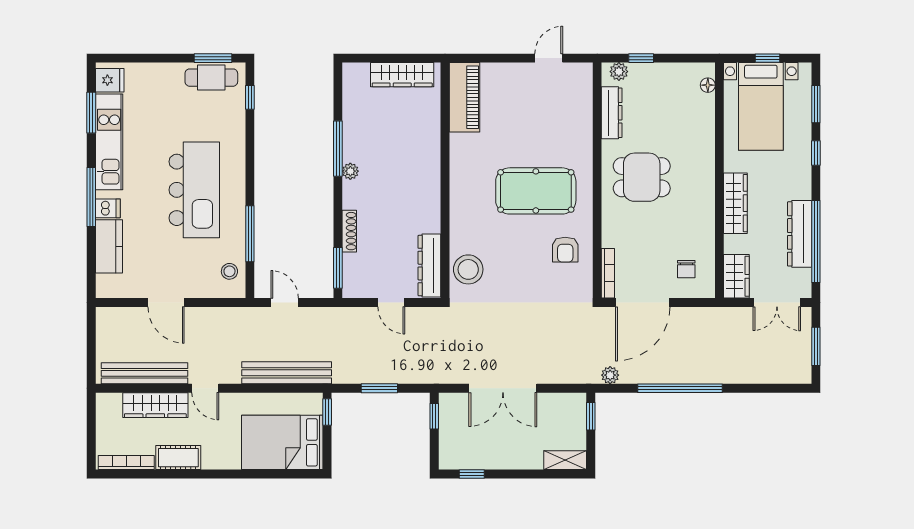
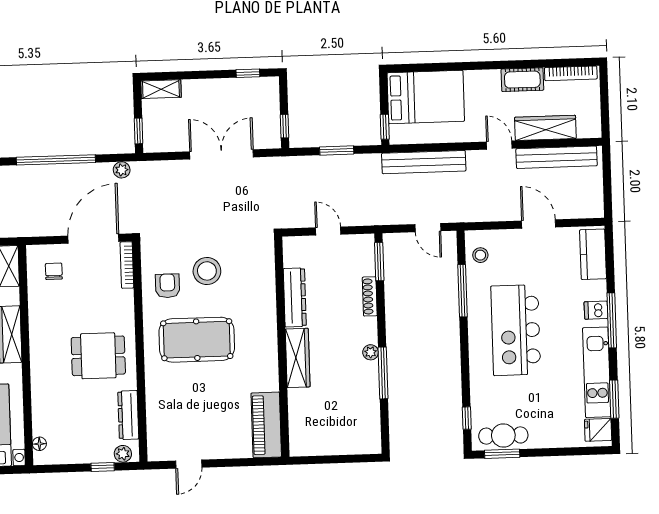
wardrobe: (402, 75) -> (298, 358), moved, turned 90
kitchen counter: (109, 246) -> (593, 254), moved
dresser: (429, 266) -> (295, 297), moved
stool: (468, 269) -> (207, 271), moved

